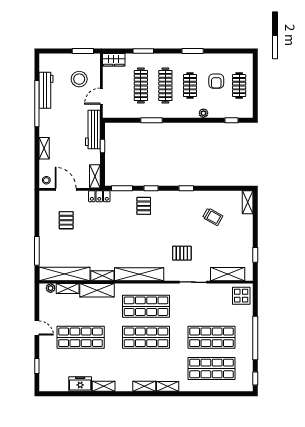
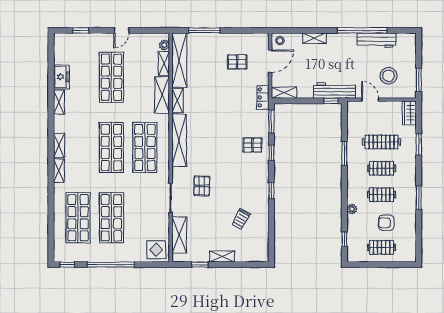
clothes rail: (165, 86) -> (382, 168), width x0.73
window: (103, 146) -> (331, 101), moved
shelving: (248, 202) -> (222, 256), moved

